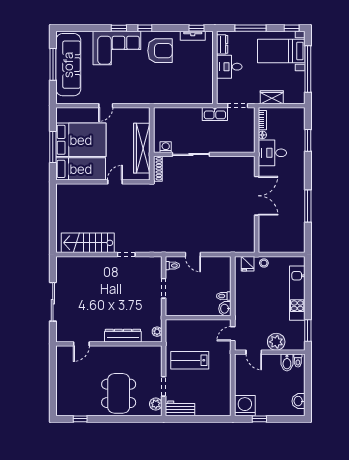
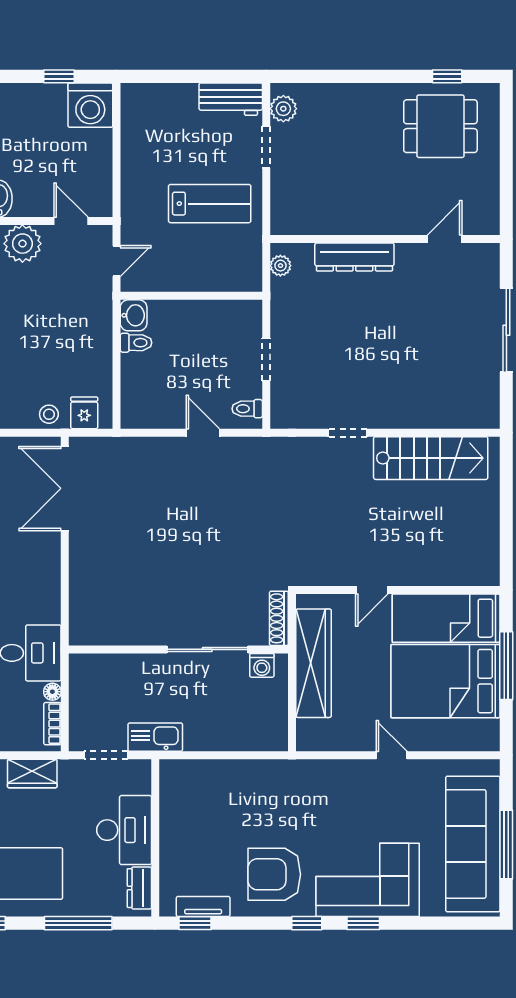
desk: (229, 67) -> (124, 830), width x1.37
door: (106, 106) -> (392, 755), hinge flipped
double door: (257, 196) -> (65, 488), moved
dining table: (119, 393) -> (440, 126), moved, width x0.73

